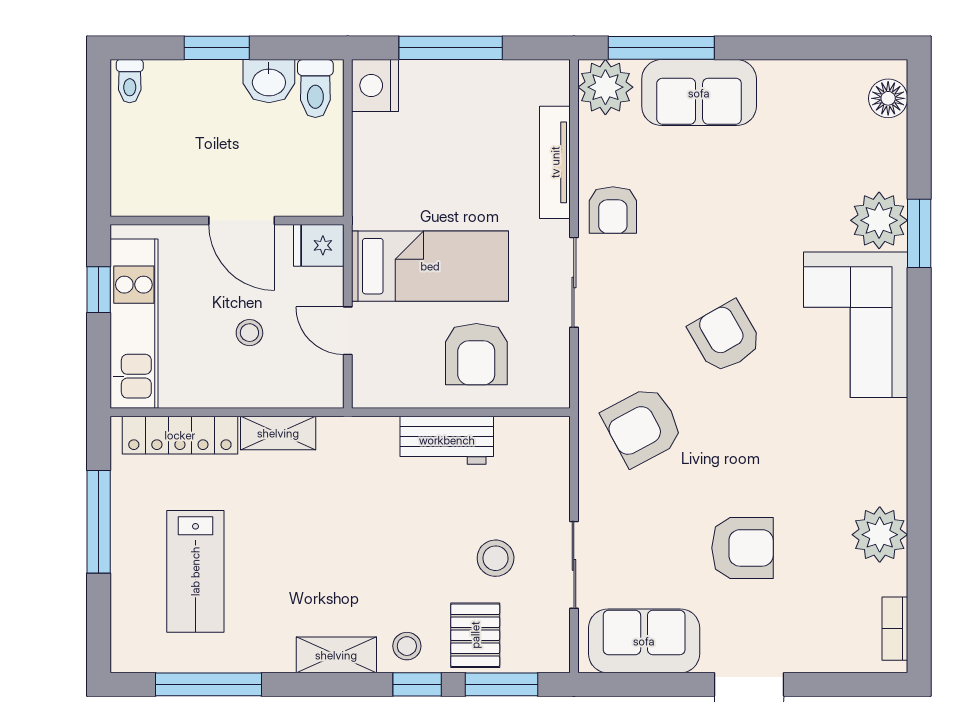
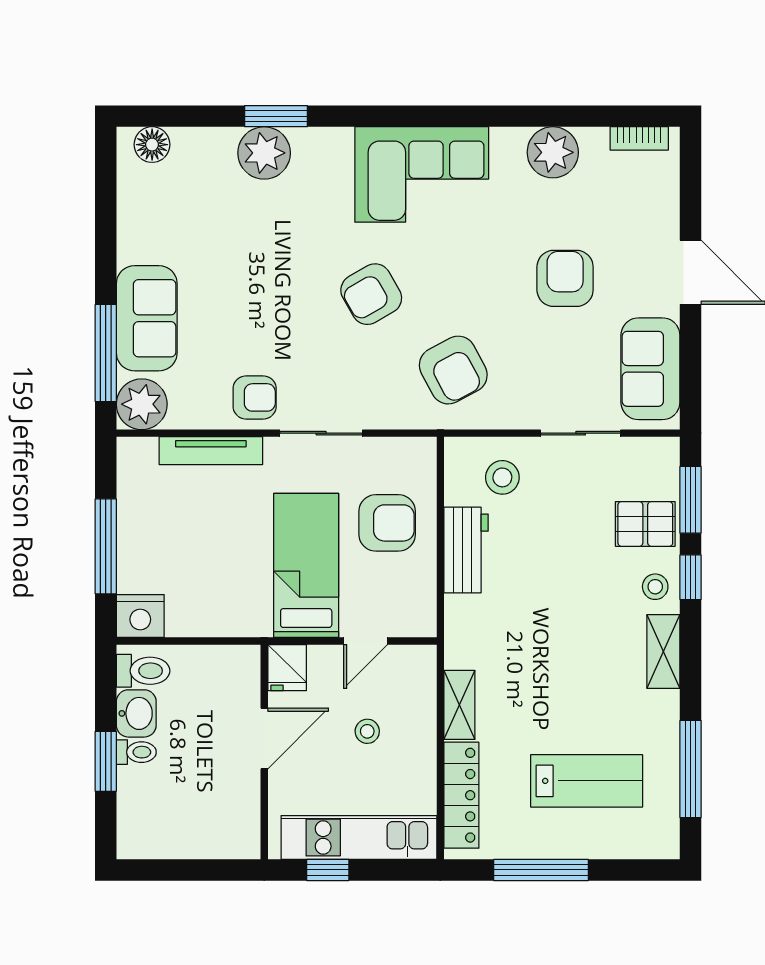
toilet: (130, 81) -> (136, 752), moved
corner sofa: (856, 325) -> (422, 174), moved
stool: (496, 558) -> (502, 477), moved

